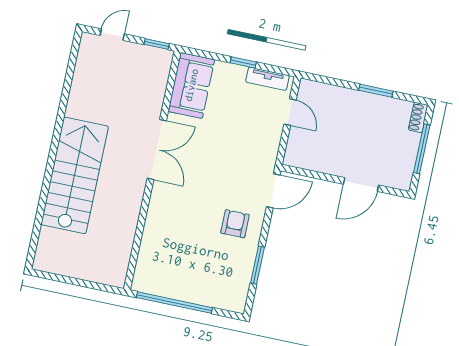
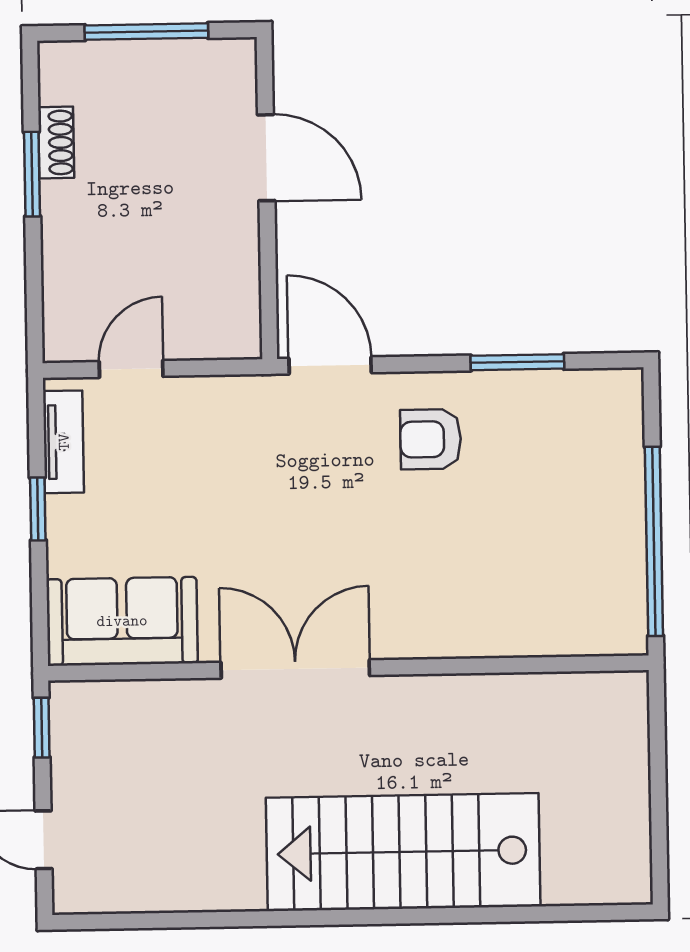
shoe rack: (418, 117) -> (56, 143), moved, turned -90

